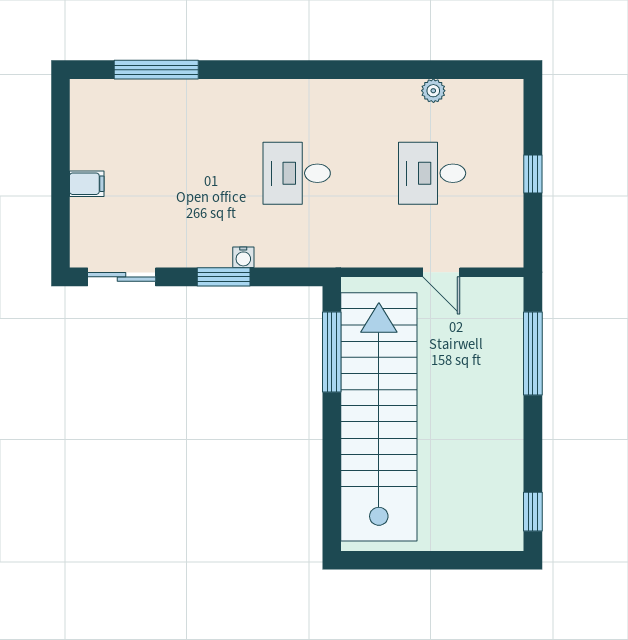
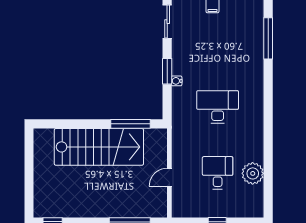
plant: (433, 91) -> (253, 173), width x1.87, depth x1.87
desk: (297, 173) -> (218, 107), width x1.37
stairs: (379, 417) -> (99, 147), width x0.73

